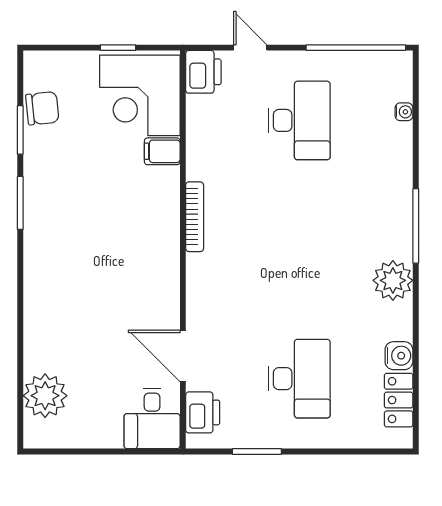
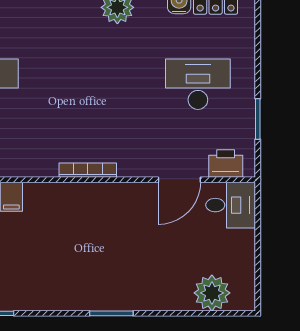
window: (20, 203) -> (111, 313), moved
bookcase: (195, 217) -> (88, 170), moved

